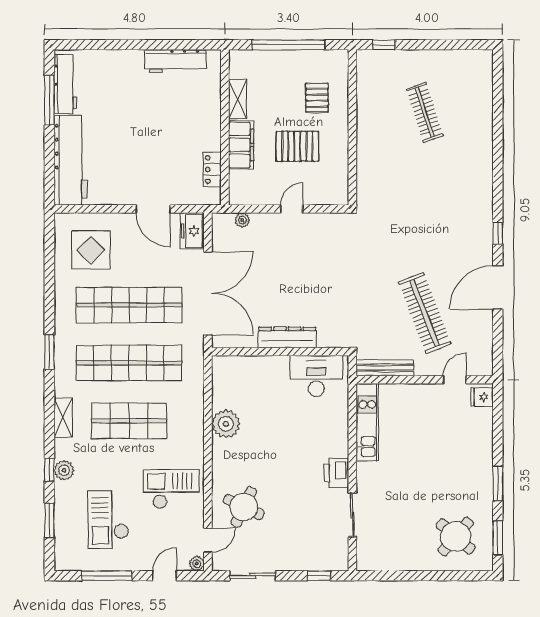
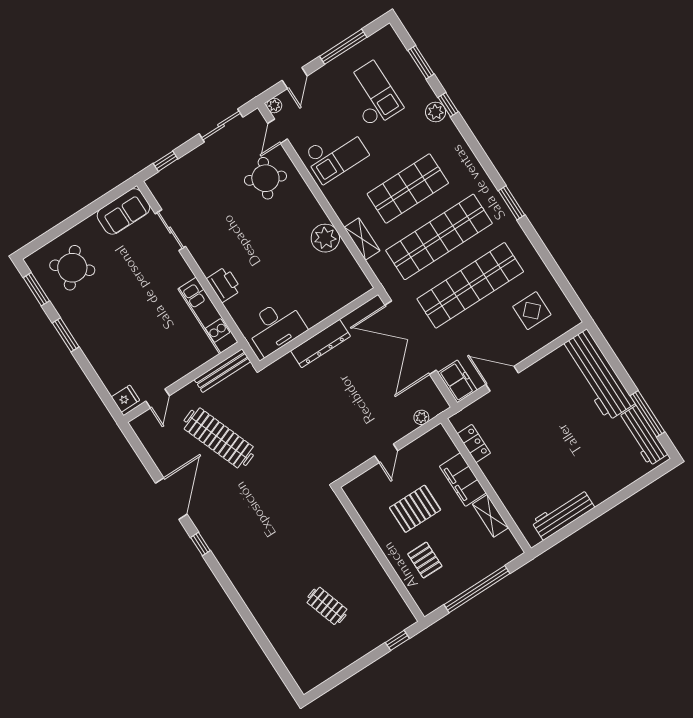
clothes rail: (425, 112) -> (327, 606), width x0.73
display table: (91, 250) -> (532, 311), width x0.73, depth x0.73
shelving: (63, 418) -> (362, 239), moved
printer: (337, 473) -> (224, 284), moved
sofa: (382, 556) -> (123, 211), added

